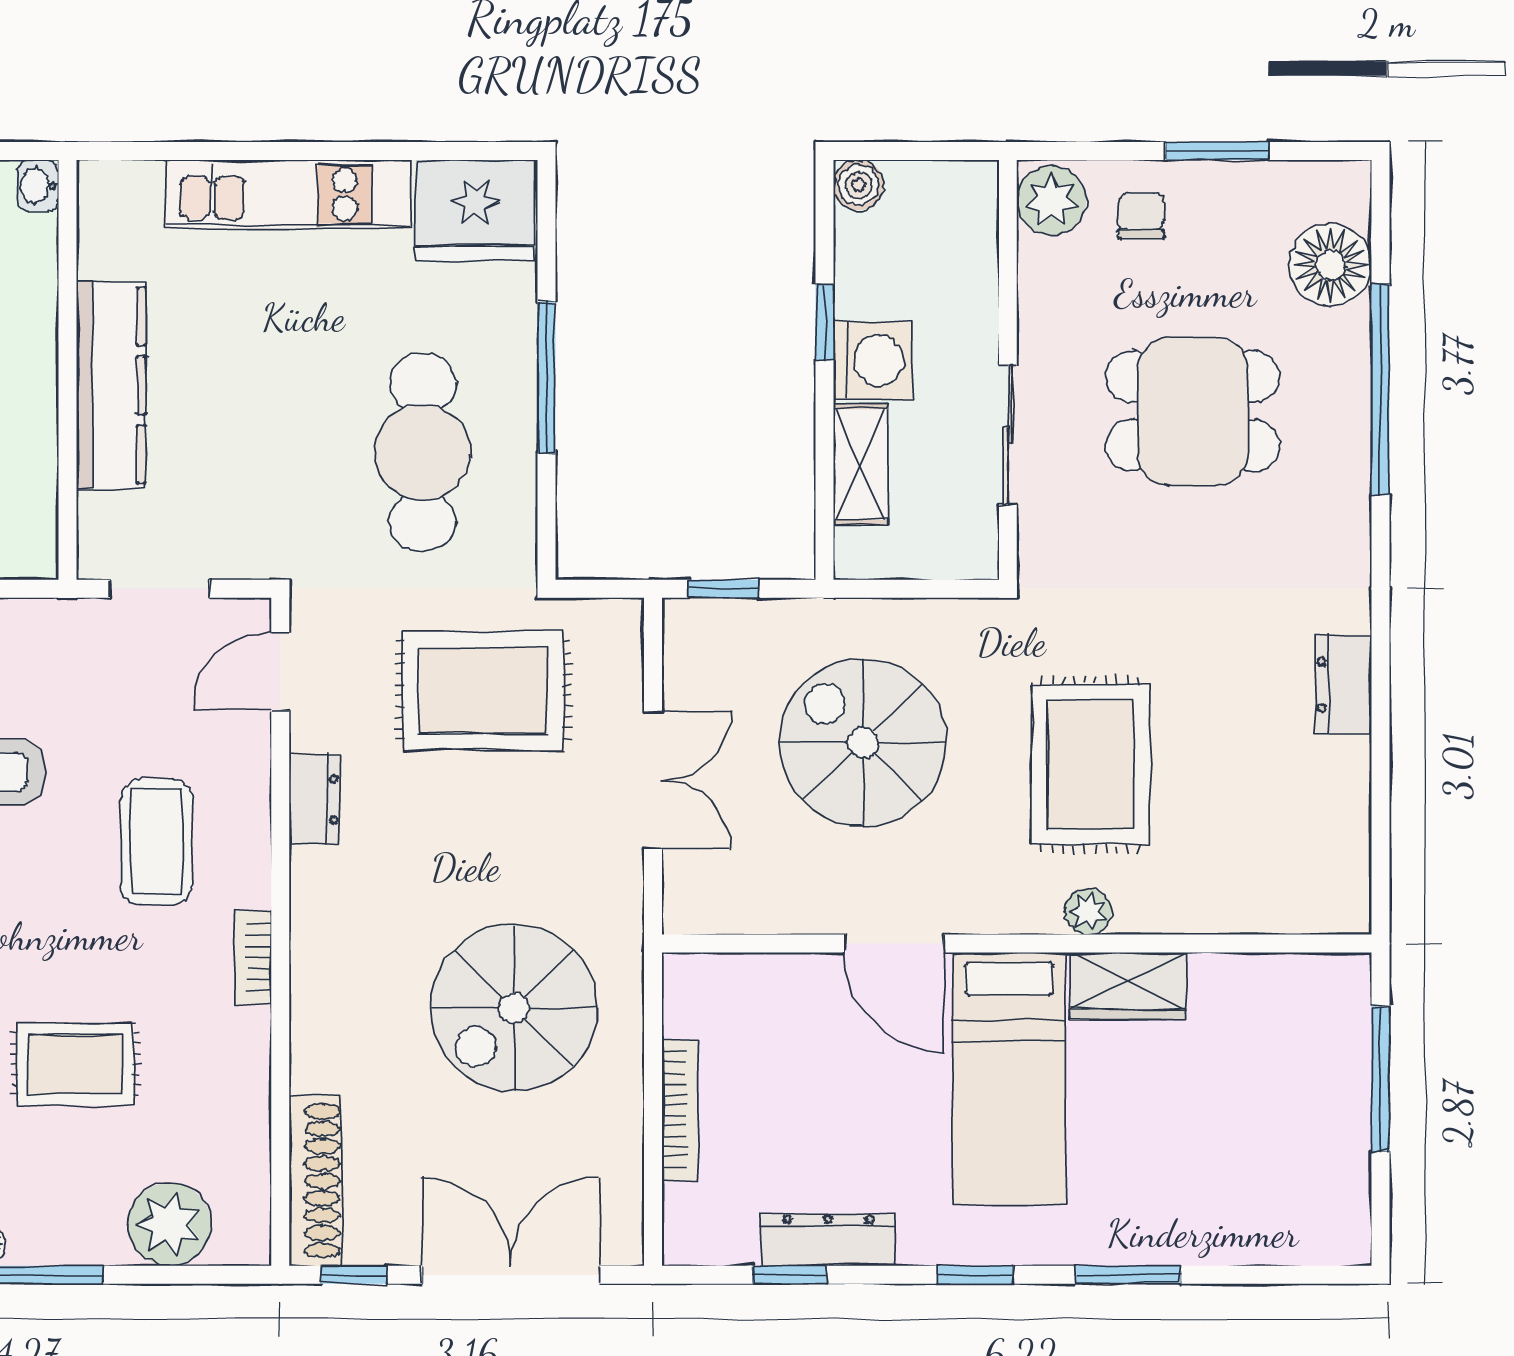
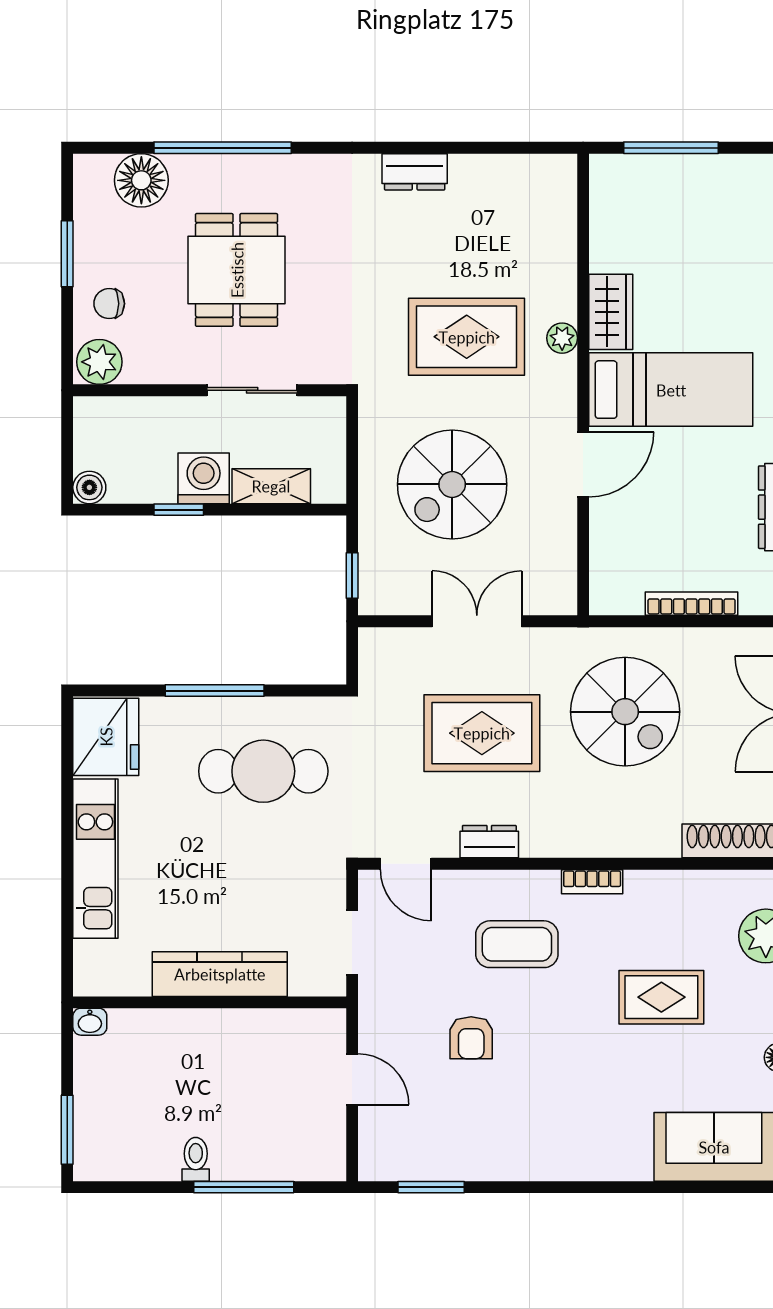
rug: (483, 690) -> (482, 733), moved, turned 90
rug: (75, 1064) -> (661, 997), turned 90

